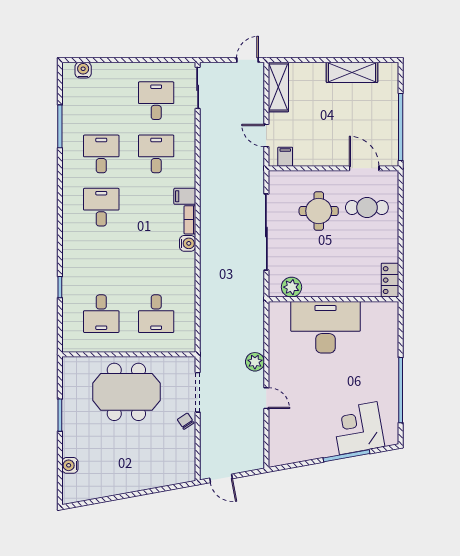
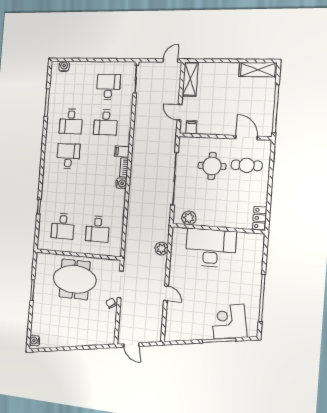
shelving: (352, 72) -> (258, 70), moved
desk: (101, 154) -> (71, 121), turned 180
desk: (156, 154) -> (106, 122), turned 180
plant: (255, 362) -> (161, 249), moved
water cooler: (70, 465) -> (35, 341), moved

